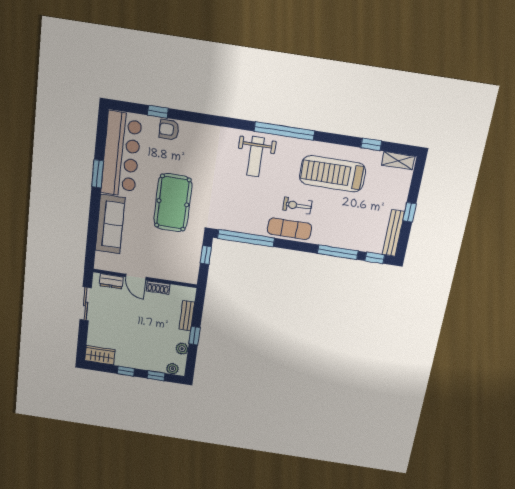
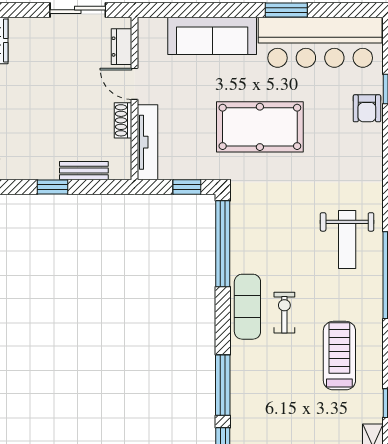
armchair: (169, 130) -> (367, 108), turned 180
weight bench: (255, 157) -> (347, 239), turned -90
treadmill: (333, 174) -> (339, 356), width x0.73, depth x0.73
tv unit: (174, 275) -> (147, 142), added
door: (136, 277) -> (134, 84), hinge flipped
plant: (182, 349) -> (27, 170), removed

